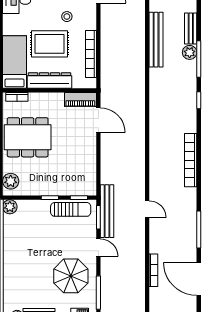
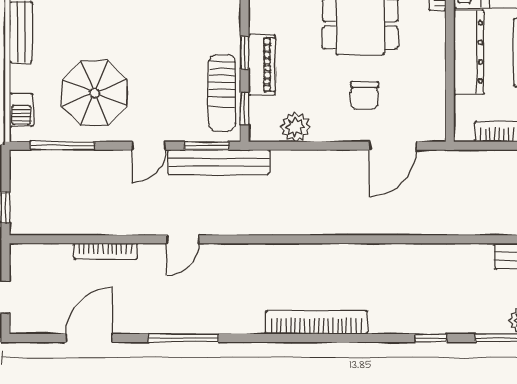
piano: (80, 100) -> (262, 65), moved, turned 180
chair: (72, 135) -> (364, 95), added
plant: (89, 171) -> (295, 127), added
door: (147, 209) -> (183, 239), moved
door: (199, 279) -> (89, 338), width x0.73

